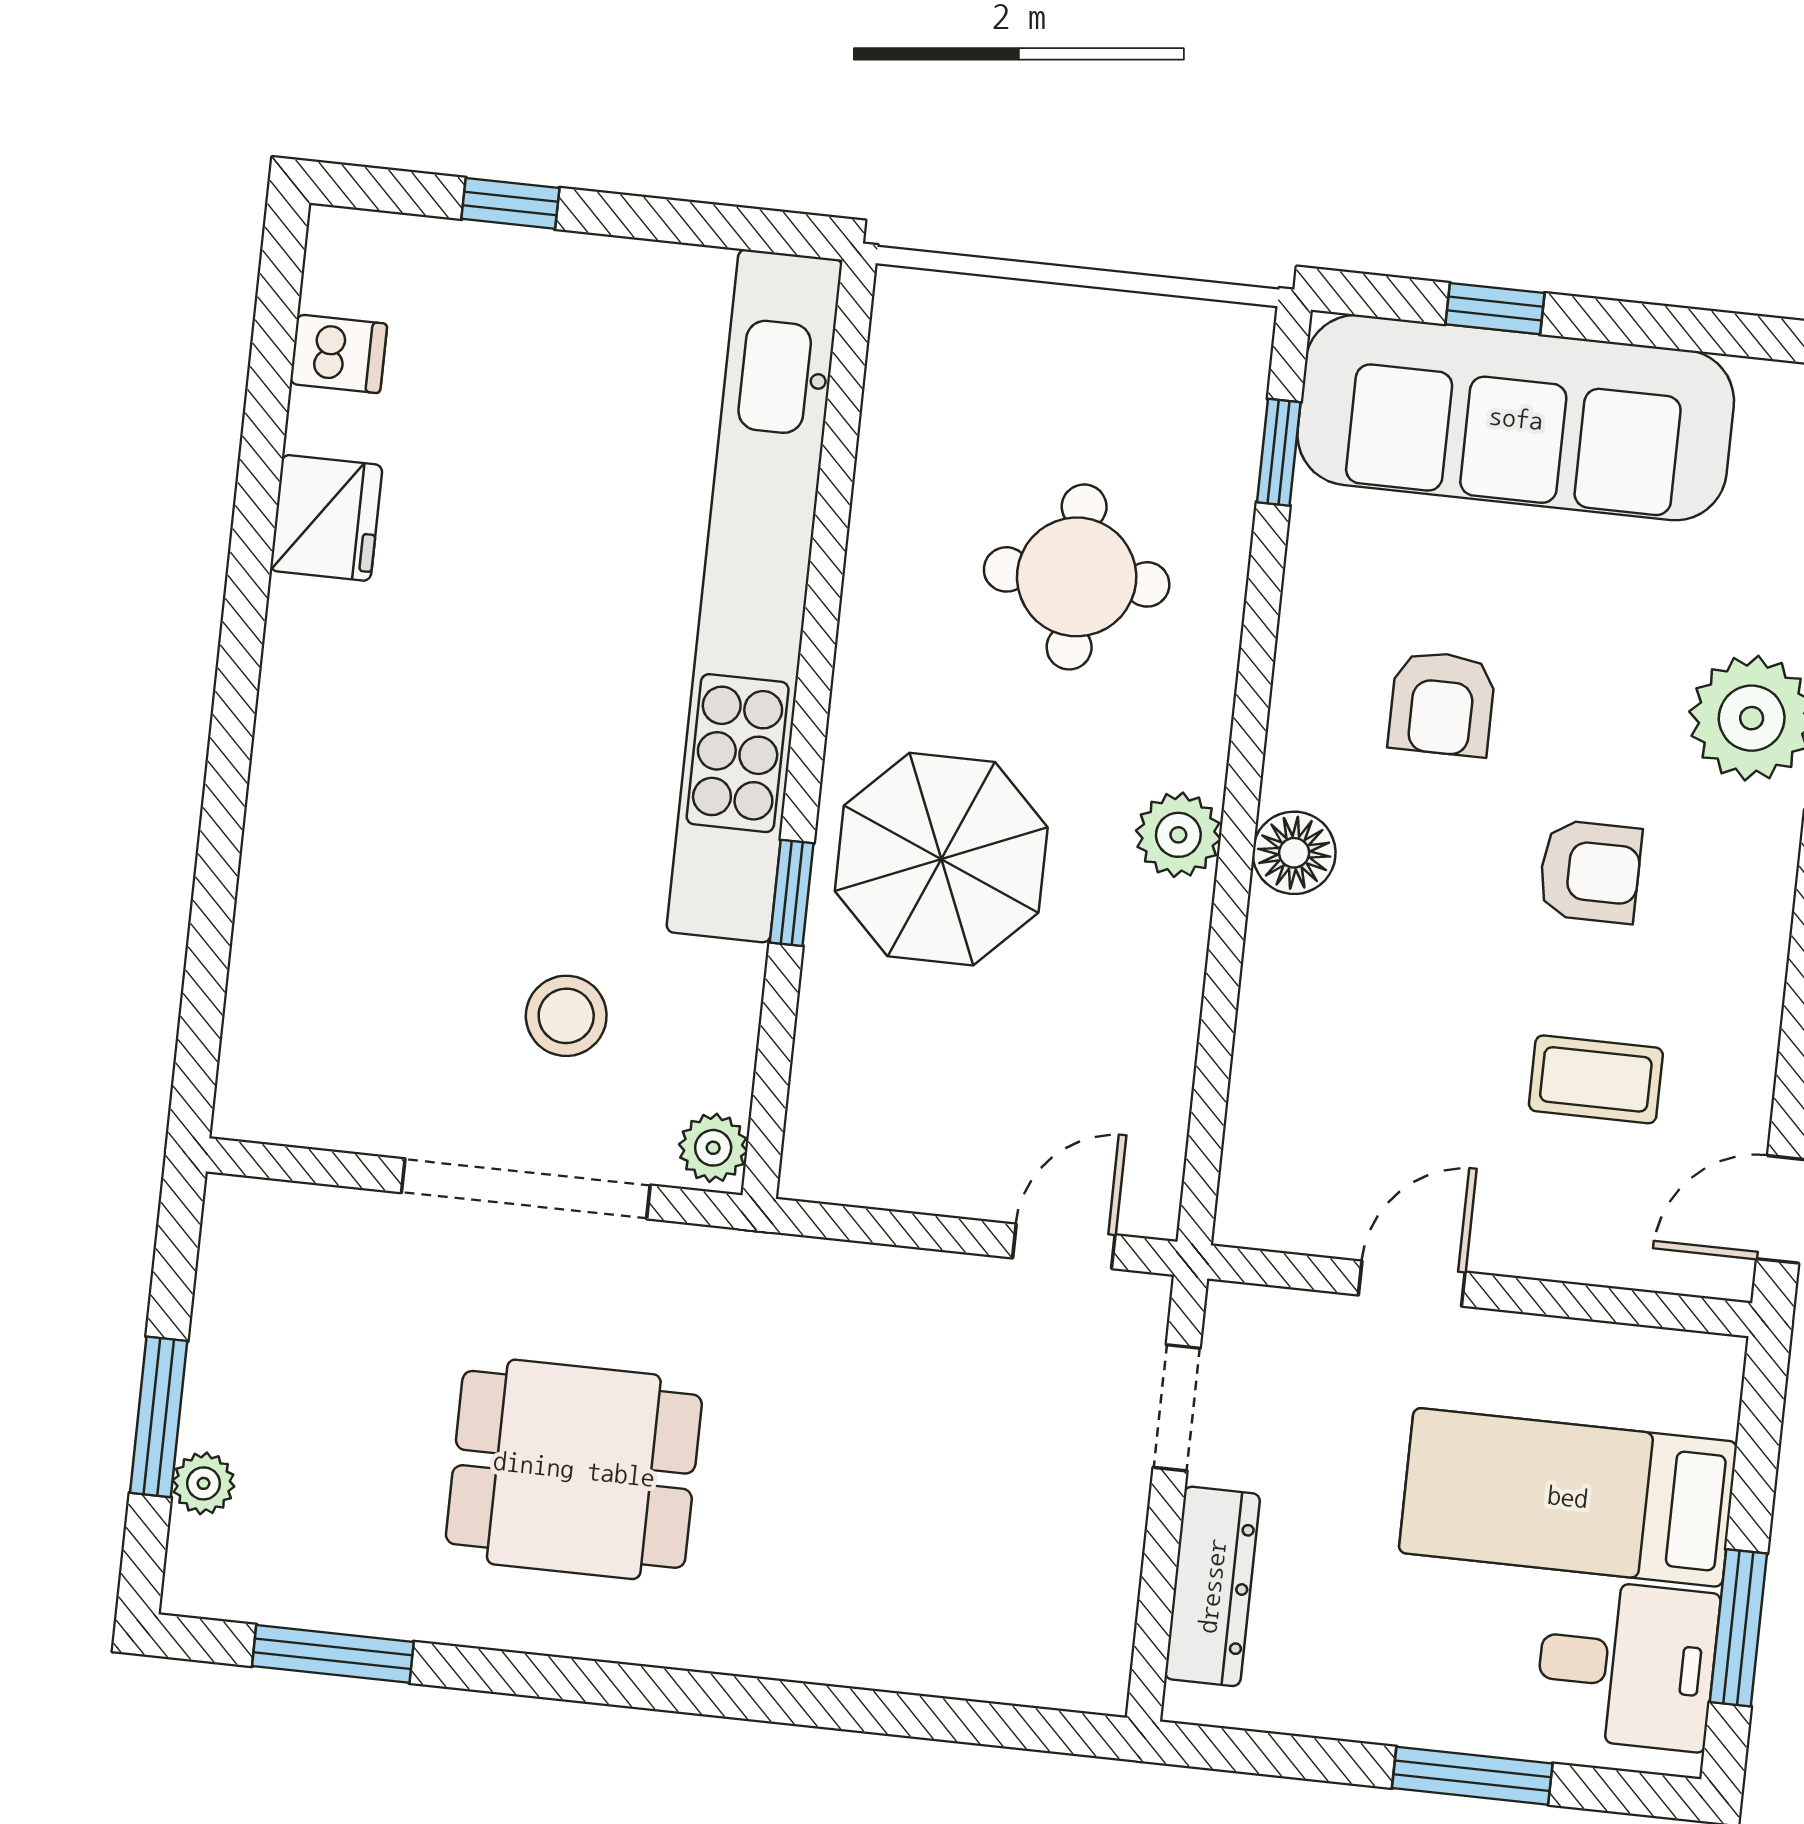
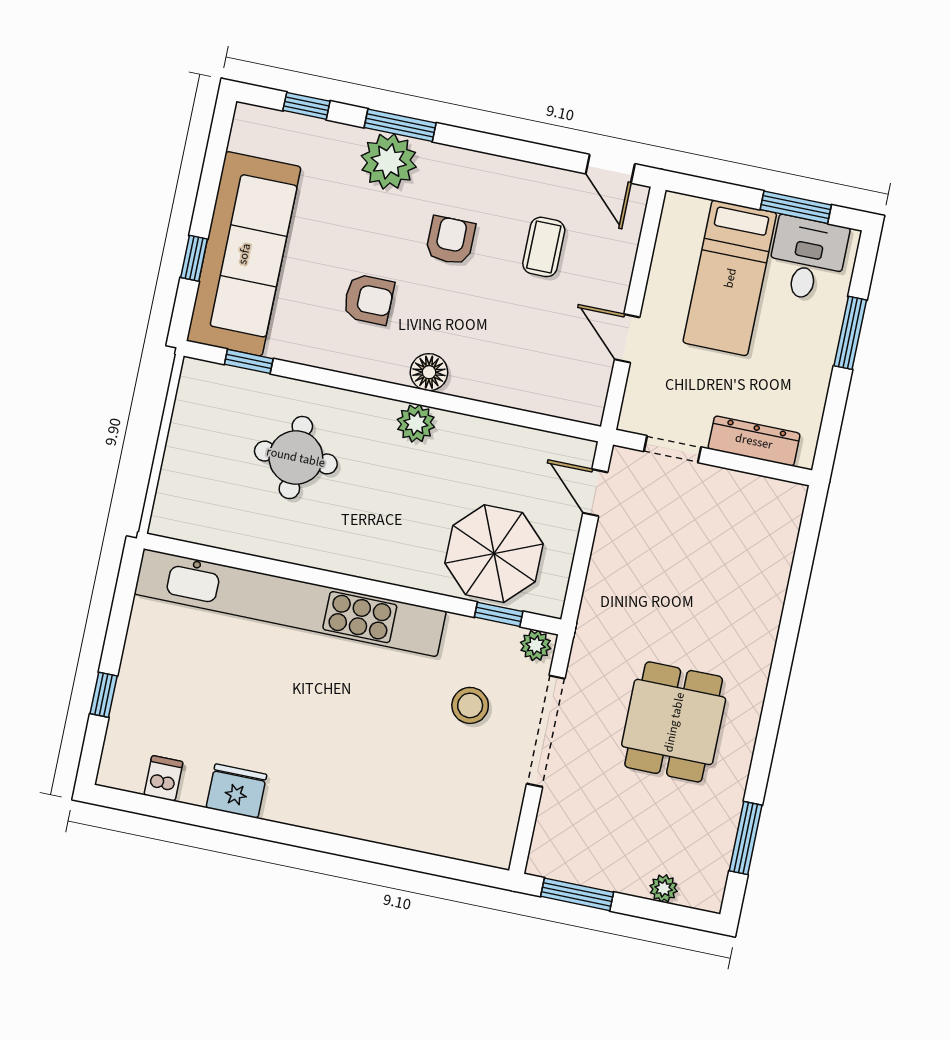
parasol: (941, 859) -> (494, 554), moved
window: (792, 893) -> (499, 614), moved
window: (159, 1417) -> (577, 894), moved

